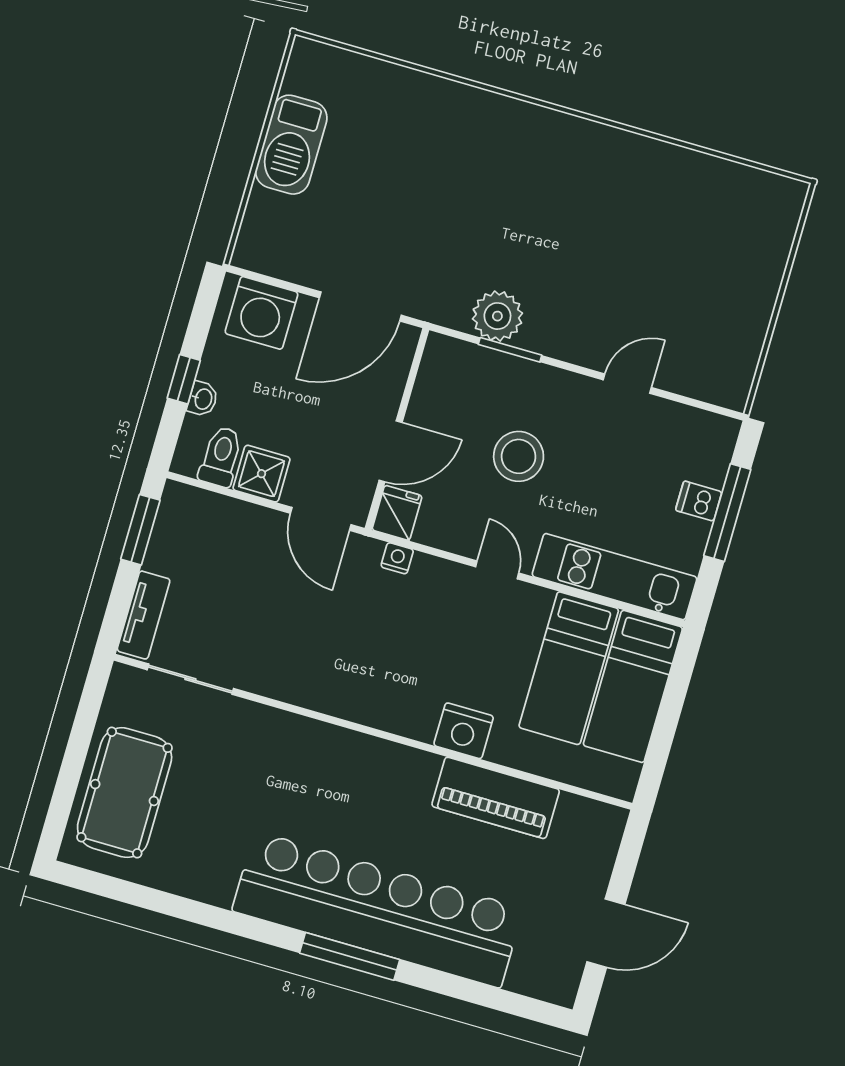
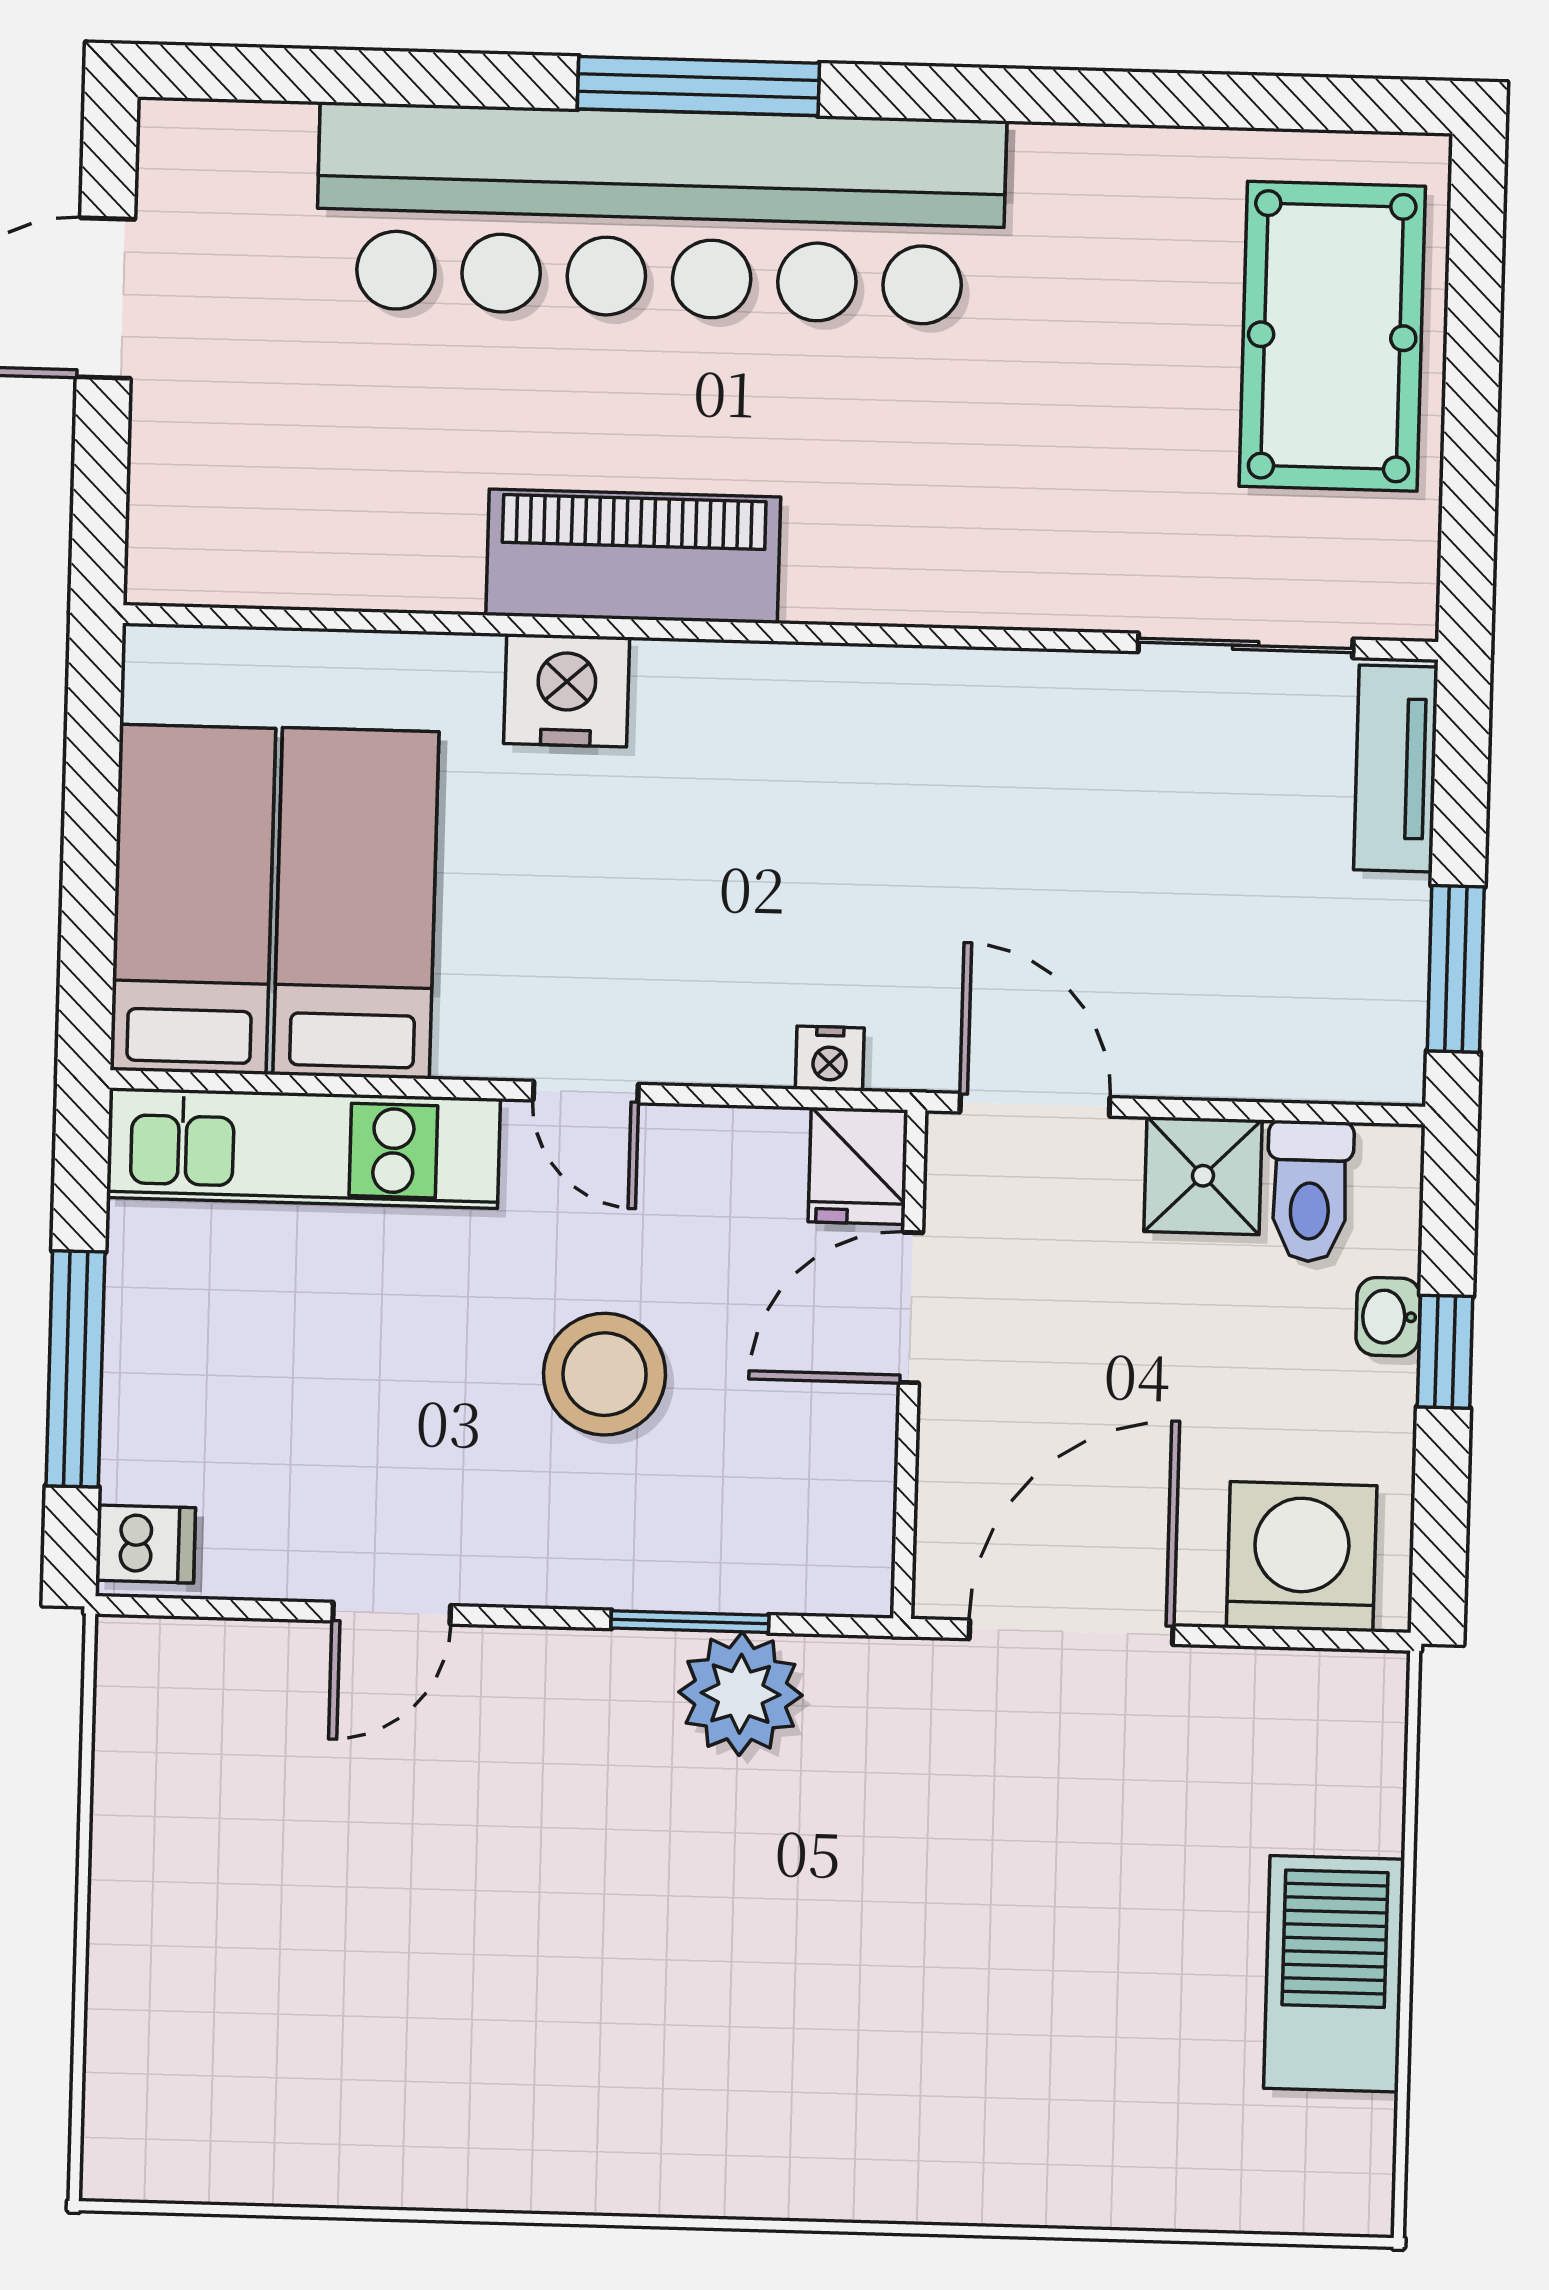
dishwasher: (699, 501) -> (146, 1544), moved
piano: (496, 798) -> (633, 556), moved

